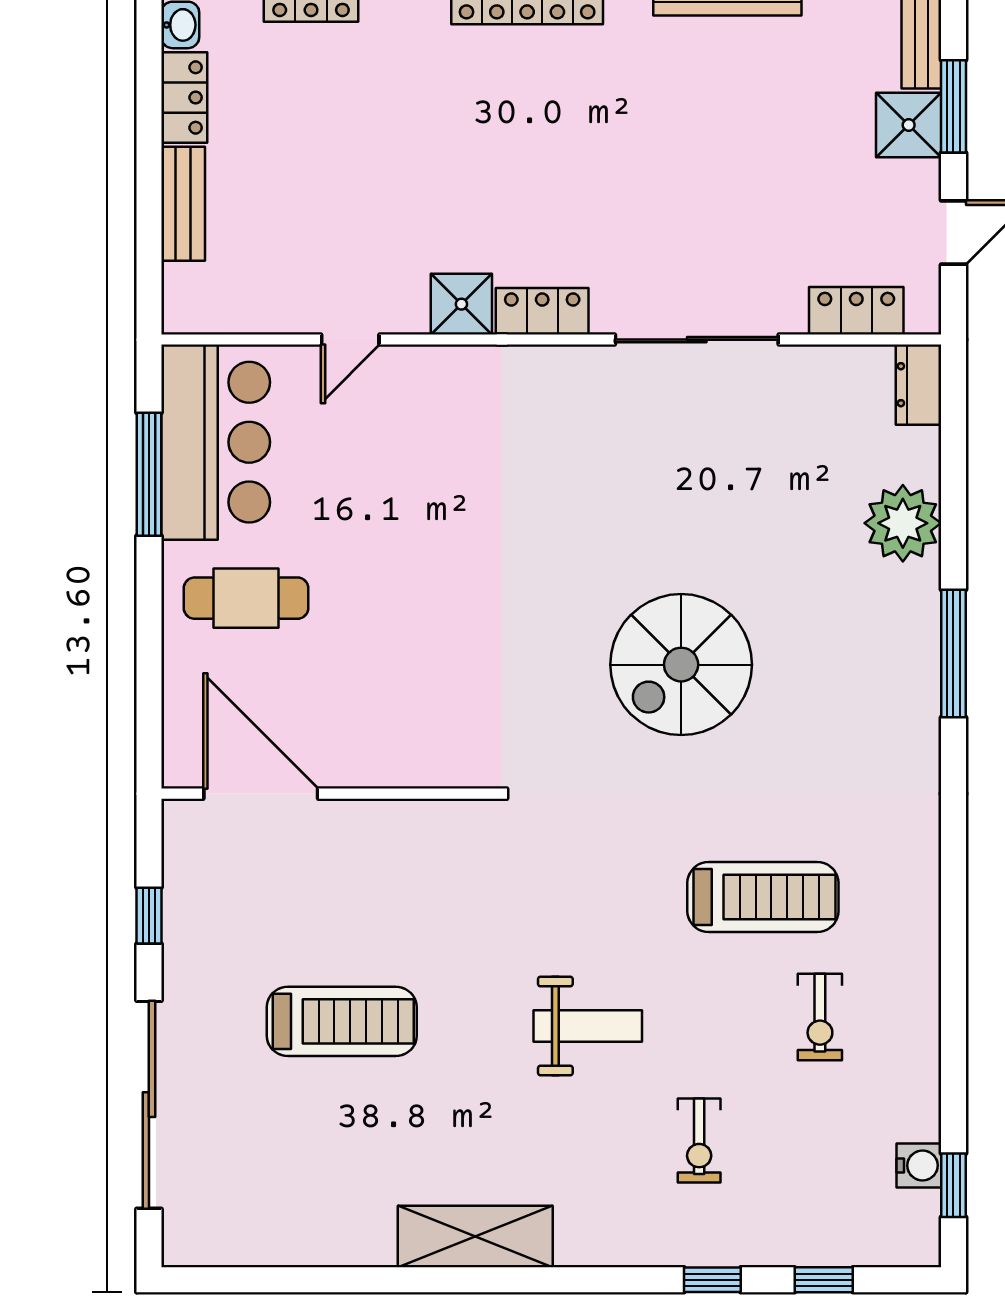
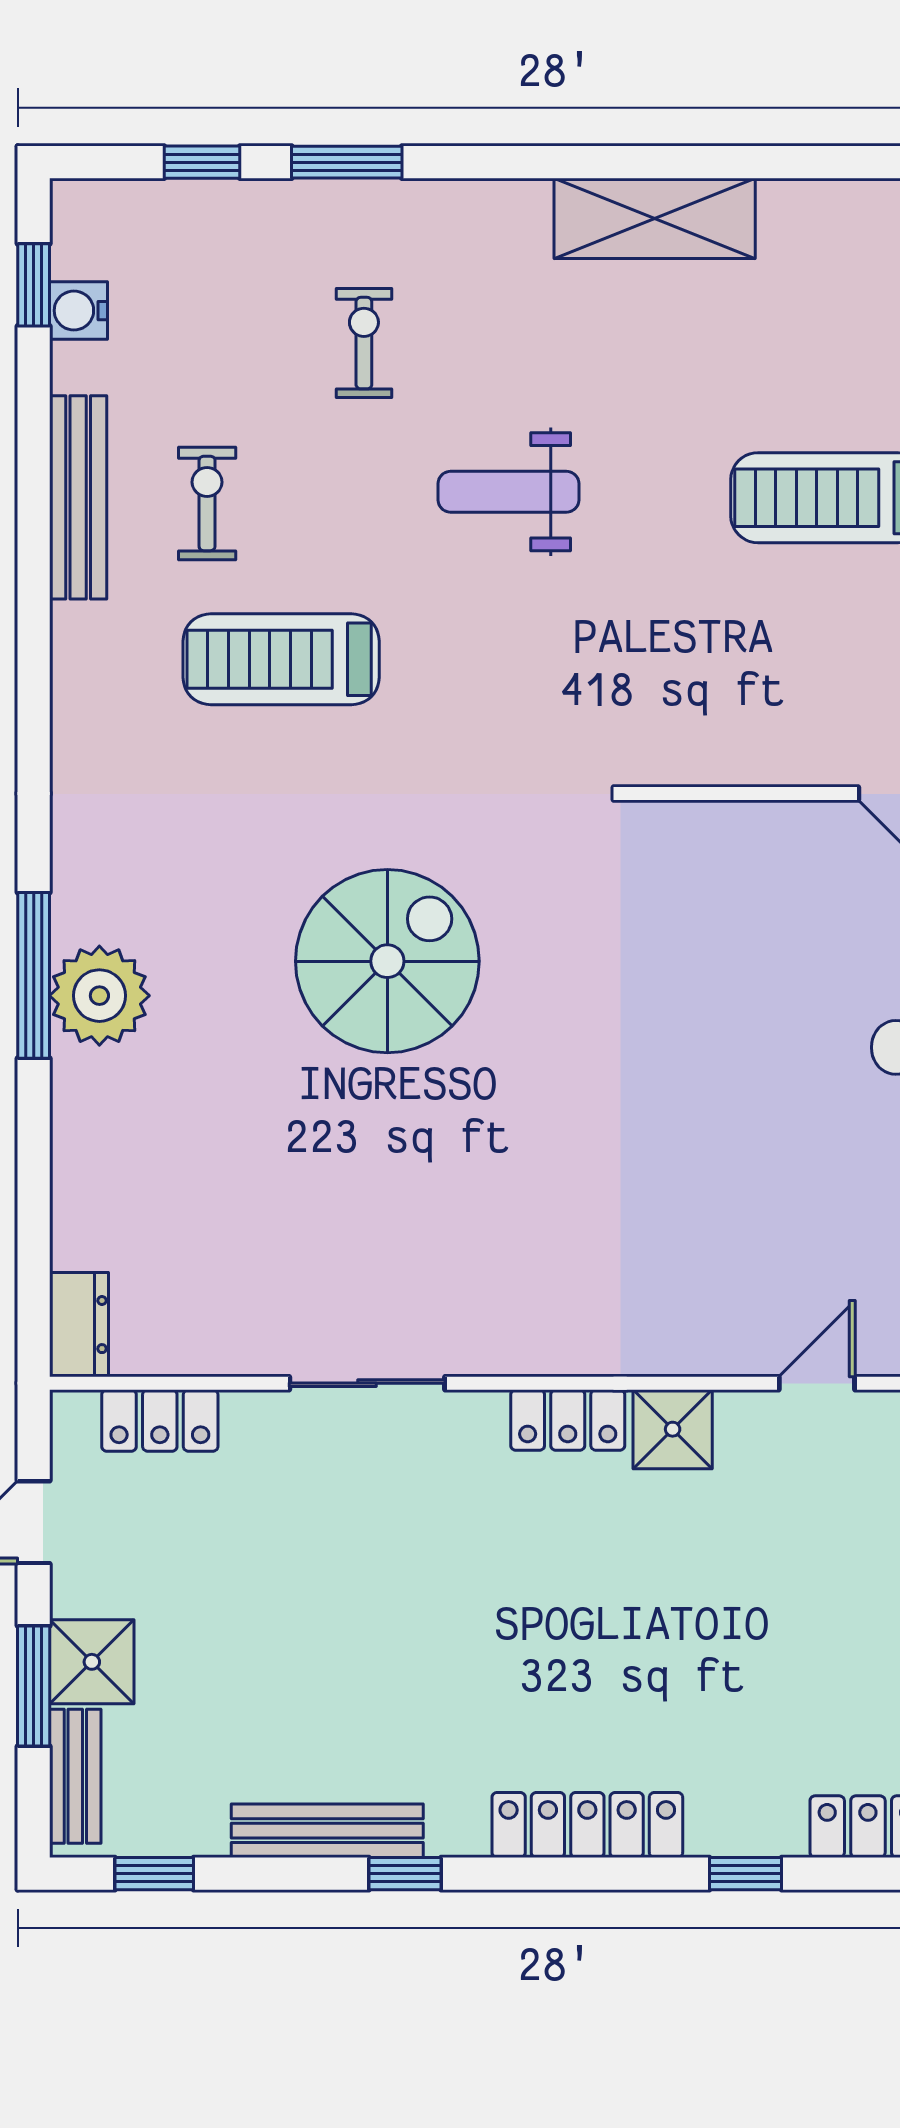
sliding door: (697, 340) -> (367, 1383), width x0.73
plant: (903, 523) -> (99, 996), moved
bench: (919, 1022) -> (78, 497), added
window: (712, 1280) -> (347, 162), width x1.50

